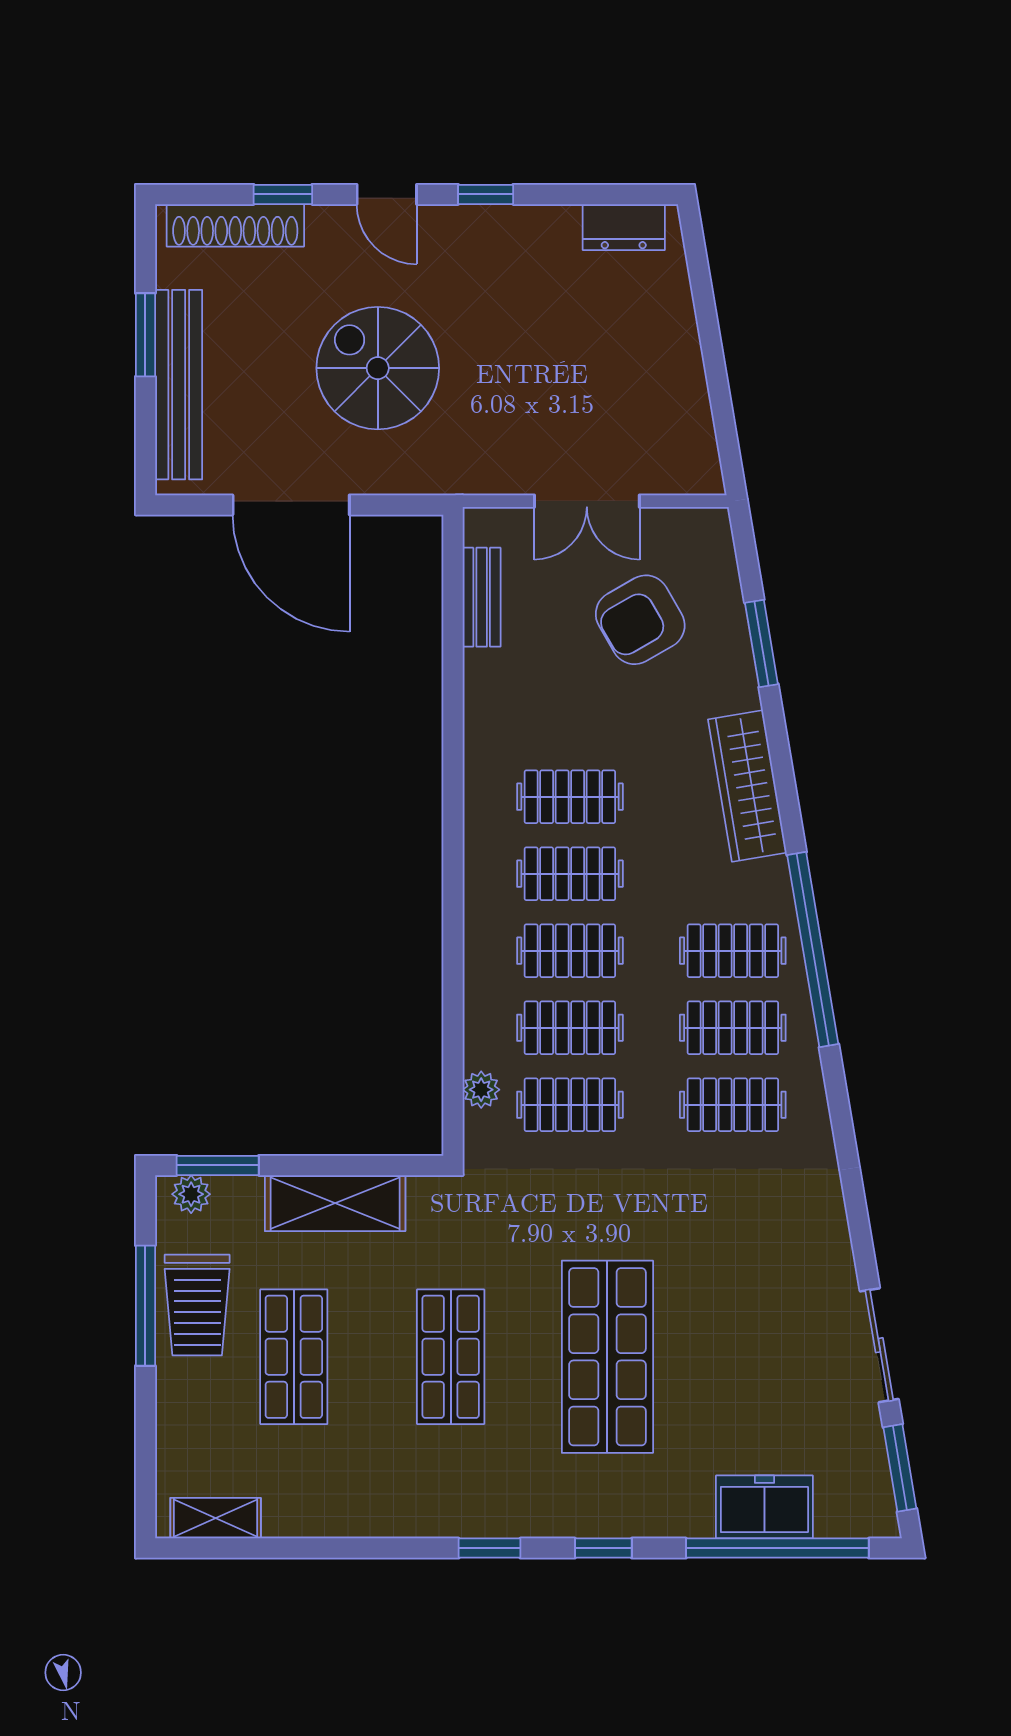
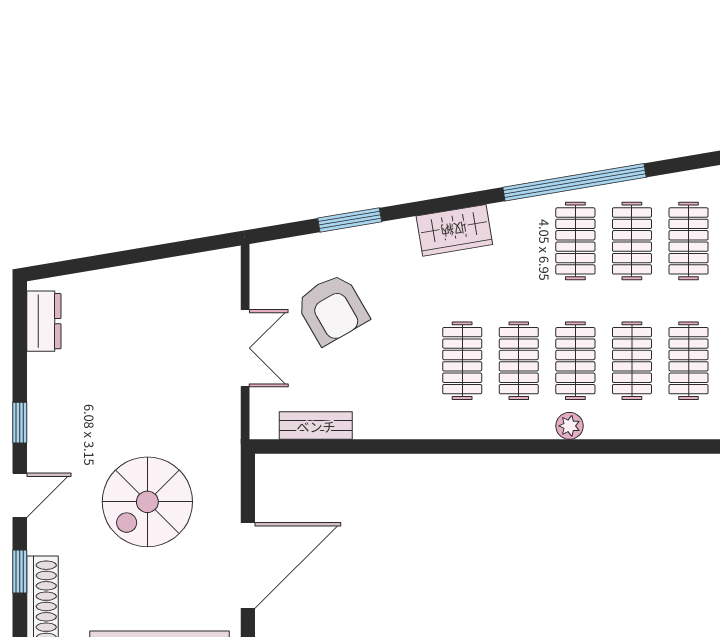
wardrobe: (747, 786) -> (454, 230), width x0.67
plant: (481, 1090) -> (569, 426), moved

